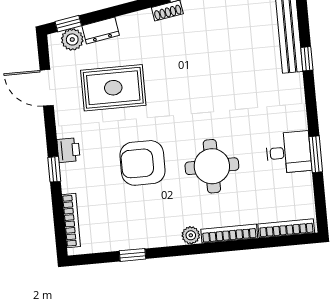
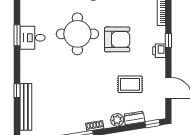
plant: (72, 39) -> (117, 120), moved
rug: (113, 88) -> (130, 84), width x0.73, depth x0.70
round table: (212, 166) -> (77, 34), width x1.36, depth x1.36

